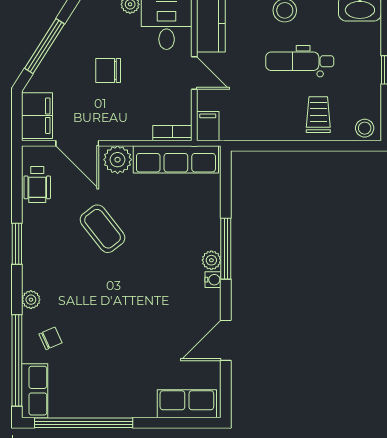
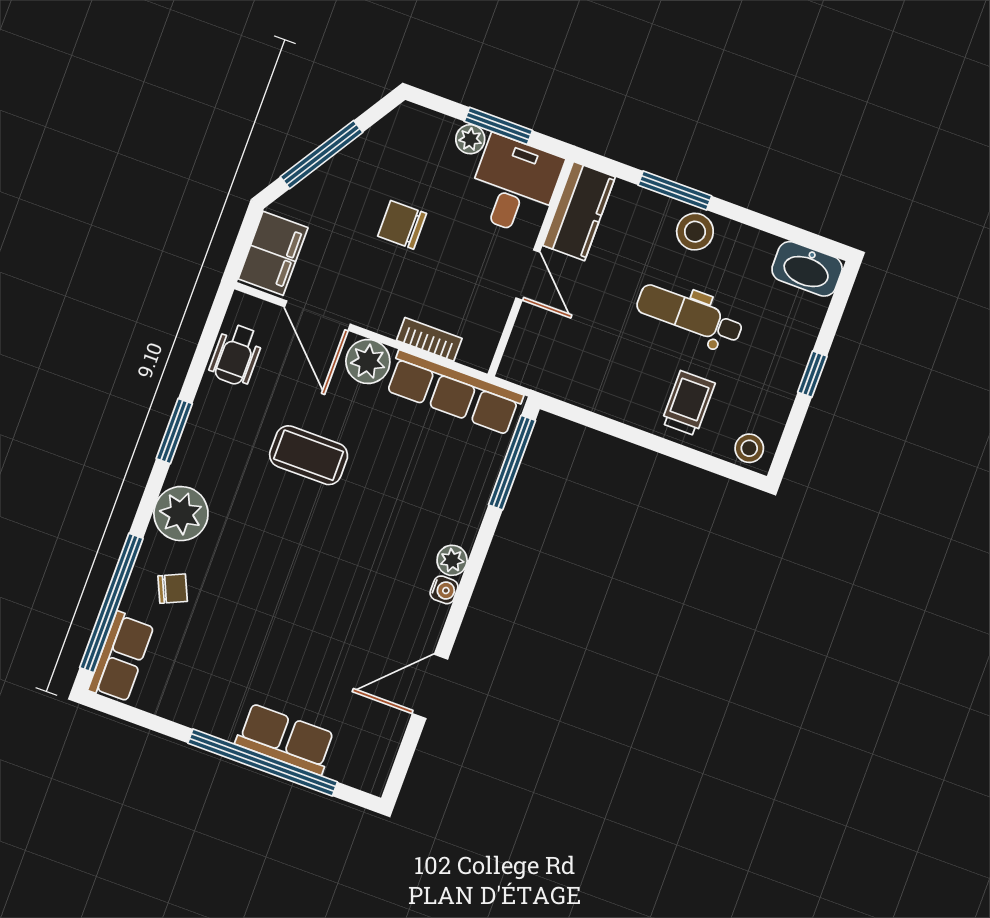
filing cabinet: (208, 126) -> (519, 361), removed
bookcase: (172, 133) -> (429, 339), moved
coffee table: (103, 229) -> (309, 455), turned -52
window: (226, 249) -> (512, 463), moved
plant: (31, 300) -> (181, 514), width x1.88, depth x1.88
row of seats: (187, 404) -> (285, 739), moved
window: (84, 423) -> (263, 762), moved

